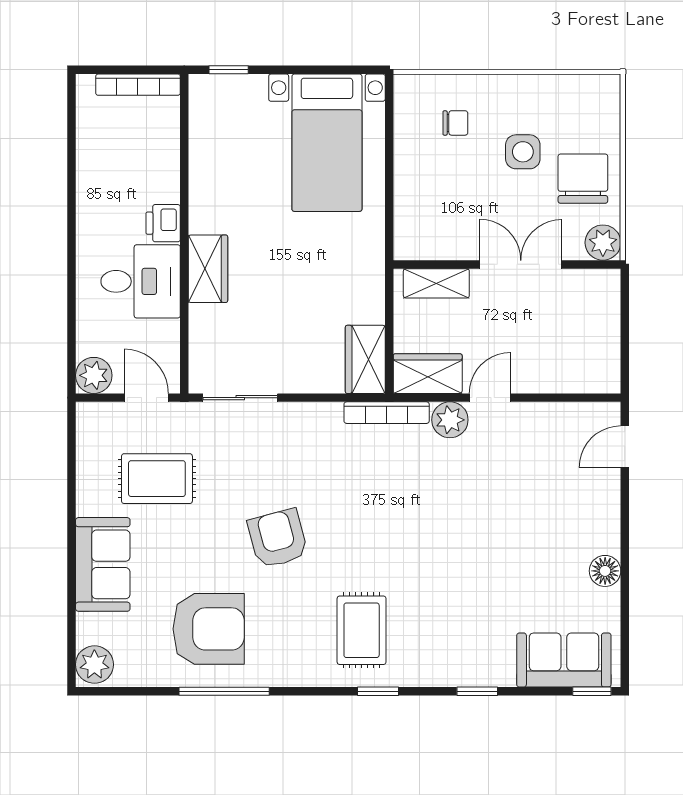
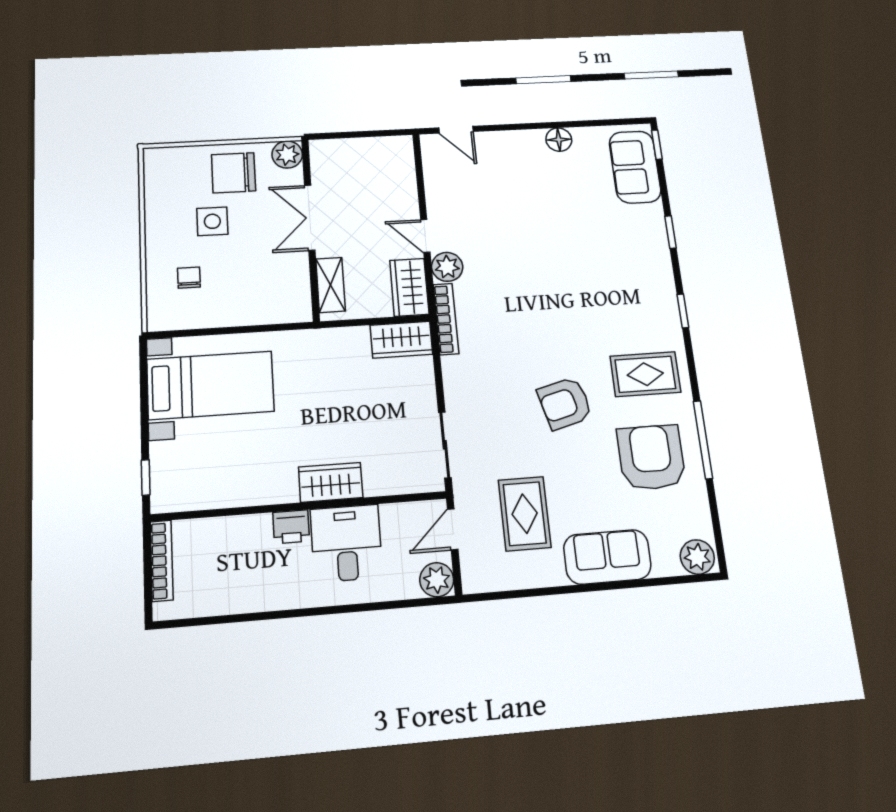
rug: (362, 630) -> (645, 374), moved

